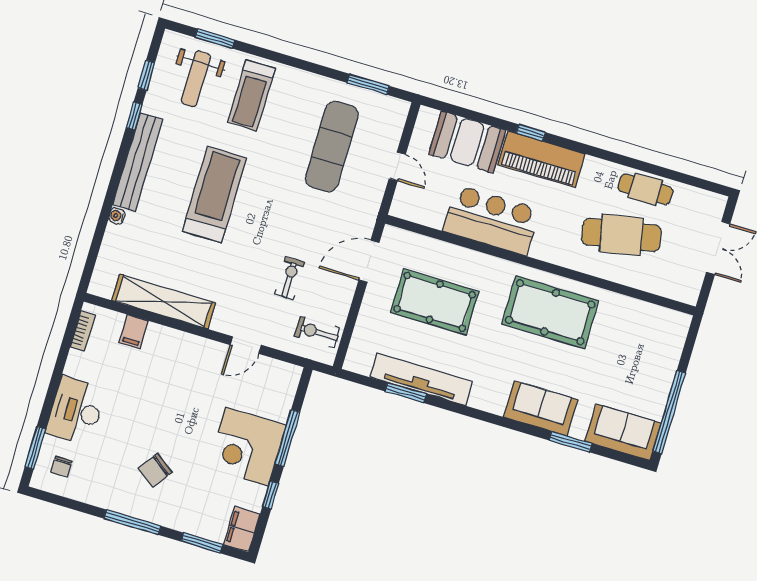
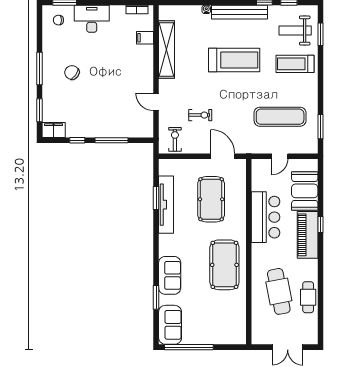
corner desk: (247, 447) -> (100, 119), removed

